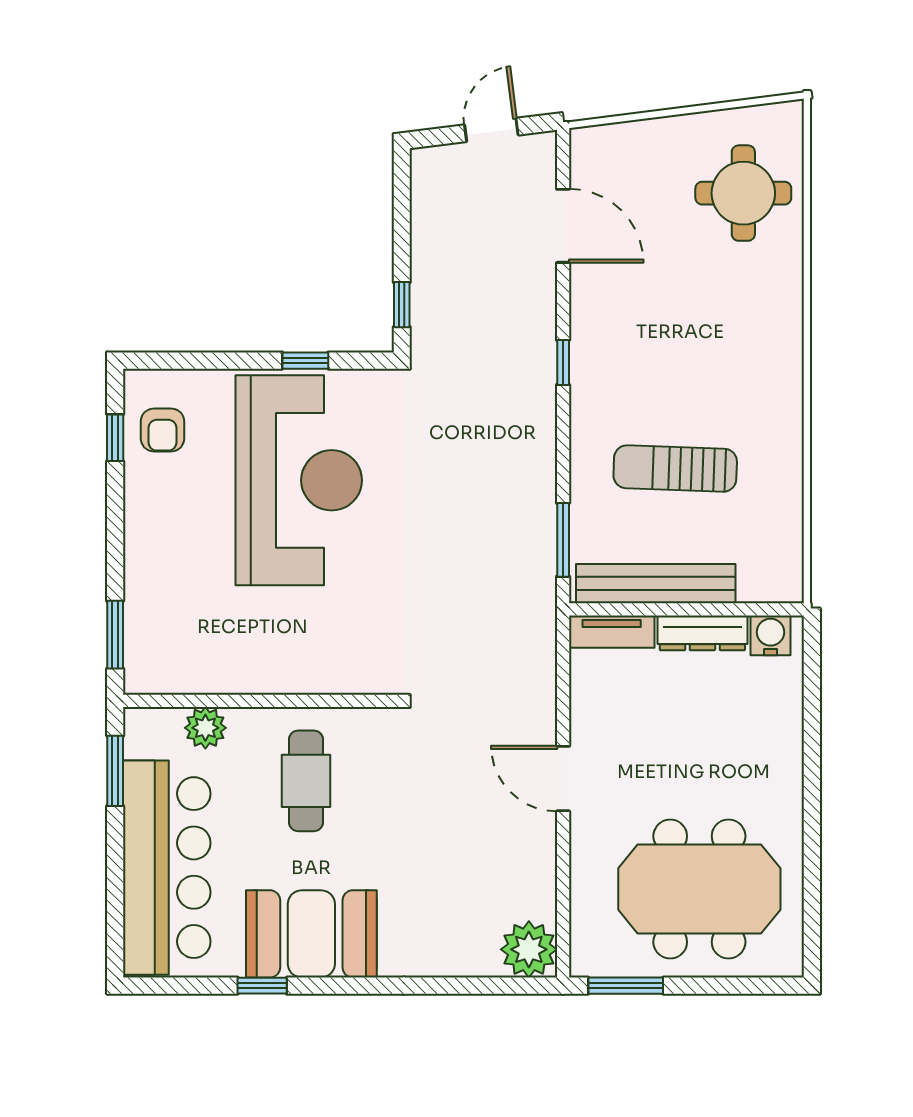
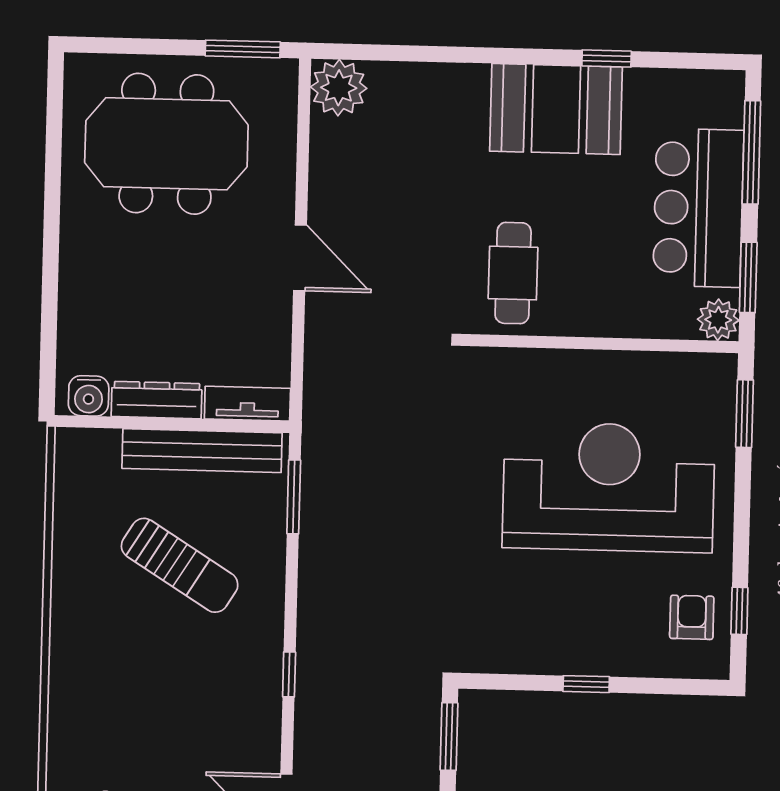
window: (402, 305) -> (449, 737), width x1.50
window: (305, 361) -> (586, 684), moved
sun lounger: (675, 469) -> (180, 565), turned 30
reception desk: (299, 480) -> (609, 487), moved, turned 90
plant: (205, 728) -> (718, 320), moved
cafe table: (306, 781) -> (513, 273), moved
bar counter: (167, 868) -> (698, 208), width x0.73
window: (115, 896) -> (751, 152), added

